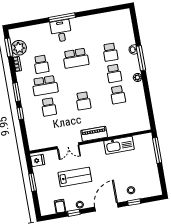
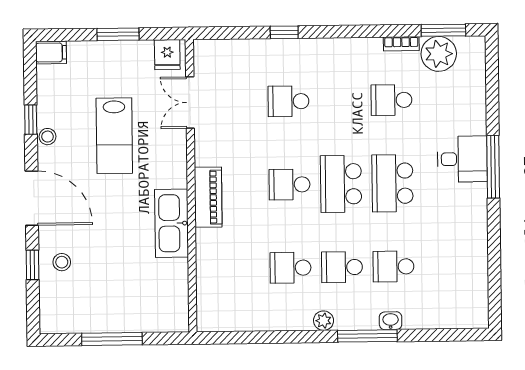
school desk: (45, 86) -> (341, 184), moved
window: (17, 92) -> (336, 32), removed
kitchen sink: (119, 145) -> (172, 223), moved
double door: (68, 146) -> (190, 103), moved
window: (157, 150) -> (112, 339), moved
filing cabinet: (60, 206) -> (51, 52), moved

